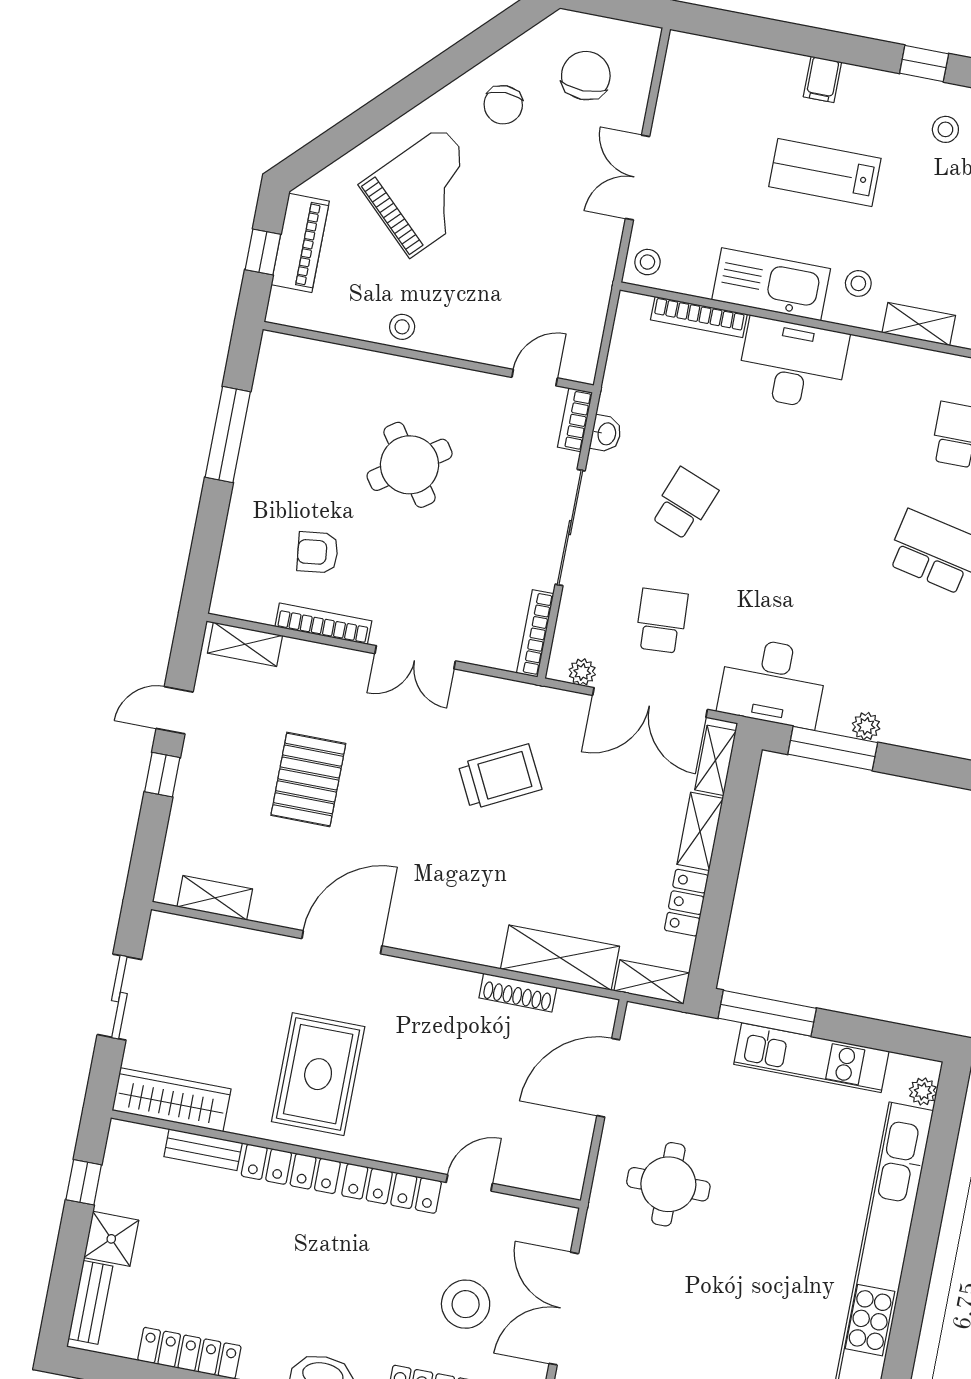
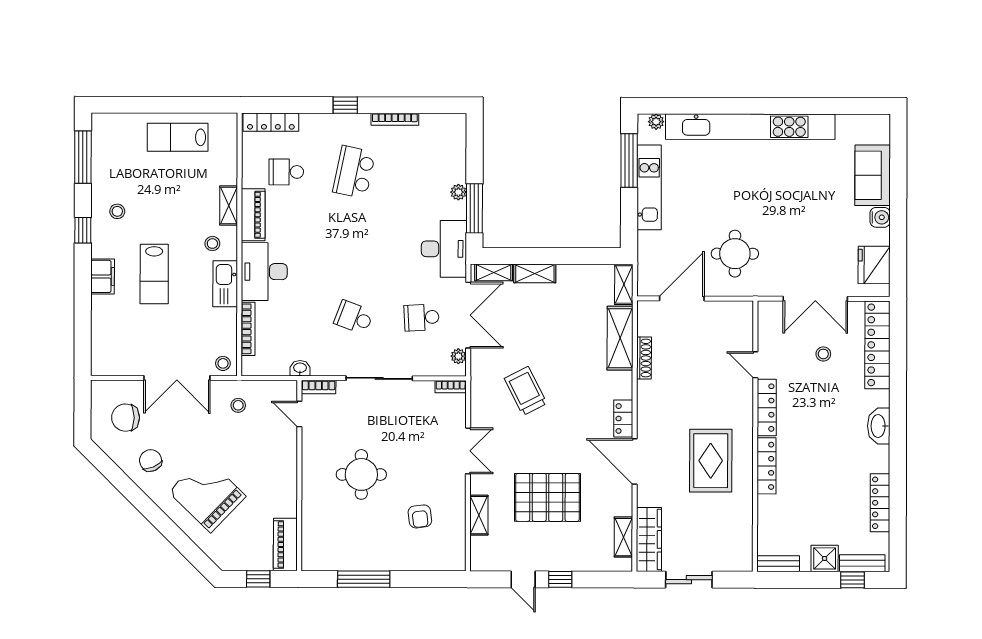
filing cabinet: (822, 79) -> (103, 276), width x2.00
chair: (503, 105) -> (151, 461), turned -113
double door: (637, 178) -> (177, 378), width x1.37
piano: (300, 243) -> (285, 544), moved, turned -90
kitchen sink: (771, 284) -> (225, 284), width x0.73, depth x0.81
stool: (402, 327) -> (238, 405), moved
piano: (895, 363) -> (253, 215), added
washbasin: (606, 434) -> (300, 368), moved
round table: (410, 465) -> (361, 474), turned 35
bookcase: (323, 624) -> (459, 506), removed
bookcase: (535, 633) -> (451, 387), width x0.64
shelving: (245, 644) -> (479, 515), moved
pallet: (308, 779) -> (547, 497), width x1.37, depth x1.41
locker: (686, 903) -> (623, 419), moved, turned 90
window: (767, 1013) -> (629, 161), moved
rug: (318, 1074) -> (711, 461), turned 90
door: (608, 1078) -> (682, 298), swing flipped
wardrobe: (172, 1100) -> (649, 539), moved, turned 180
bench: (203, 1150) -> (778, 564), moved, turned 90
window: (84, 1182) -> (852, 580), moved
stool: (466, 1304) -> (823, 354), width x0.53, depth x0.53

